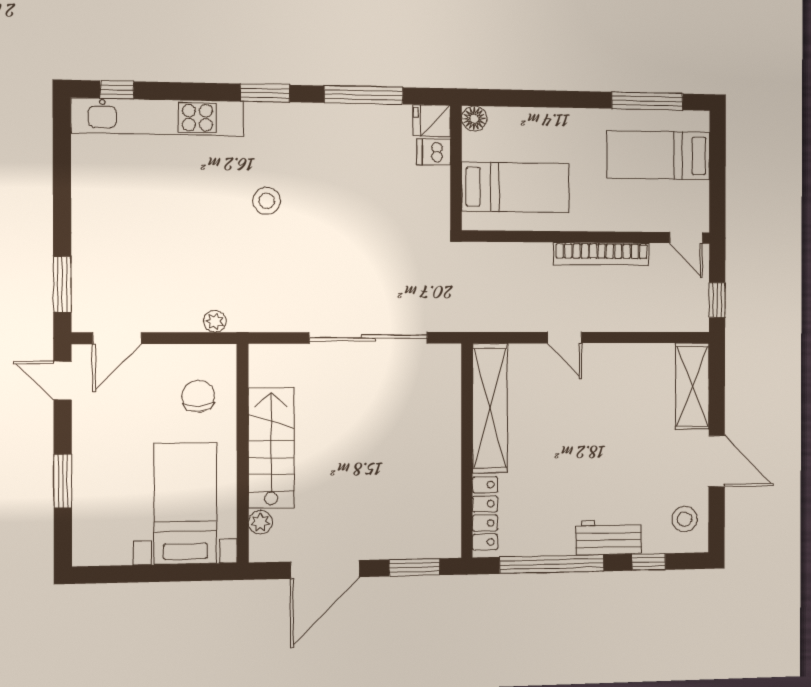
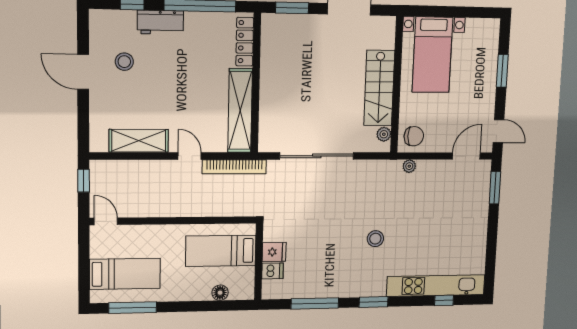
window: (117, 90) -> (444, 300), moved
floor lamp: (474, 119) -> (220, 293), moved
fridge: (432, 121) -> (274, 252), moved
bookcase: (602, 254) -> (234, 167), moved, turned 180
shelving: (692, 386) -> (139, 141), moved, turned 90
chair: (198, 396) -> (414, 136), moved, turned -88
stool: (684, 519) -> (124, 62), moved
plant: (260, 522) -> (384, 134), moved

